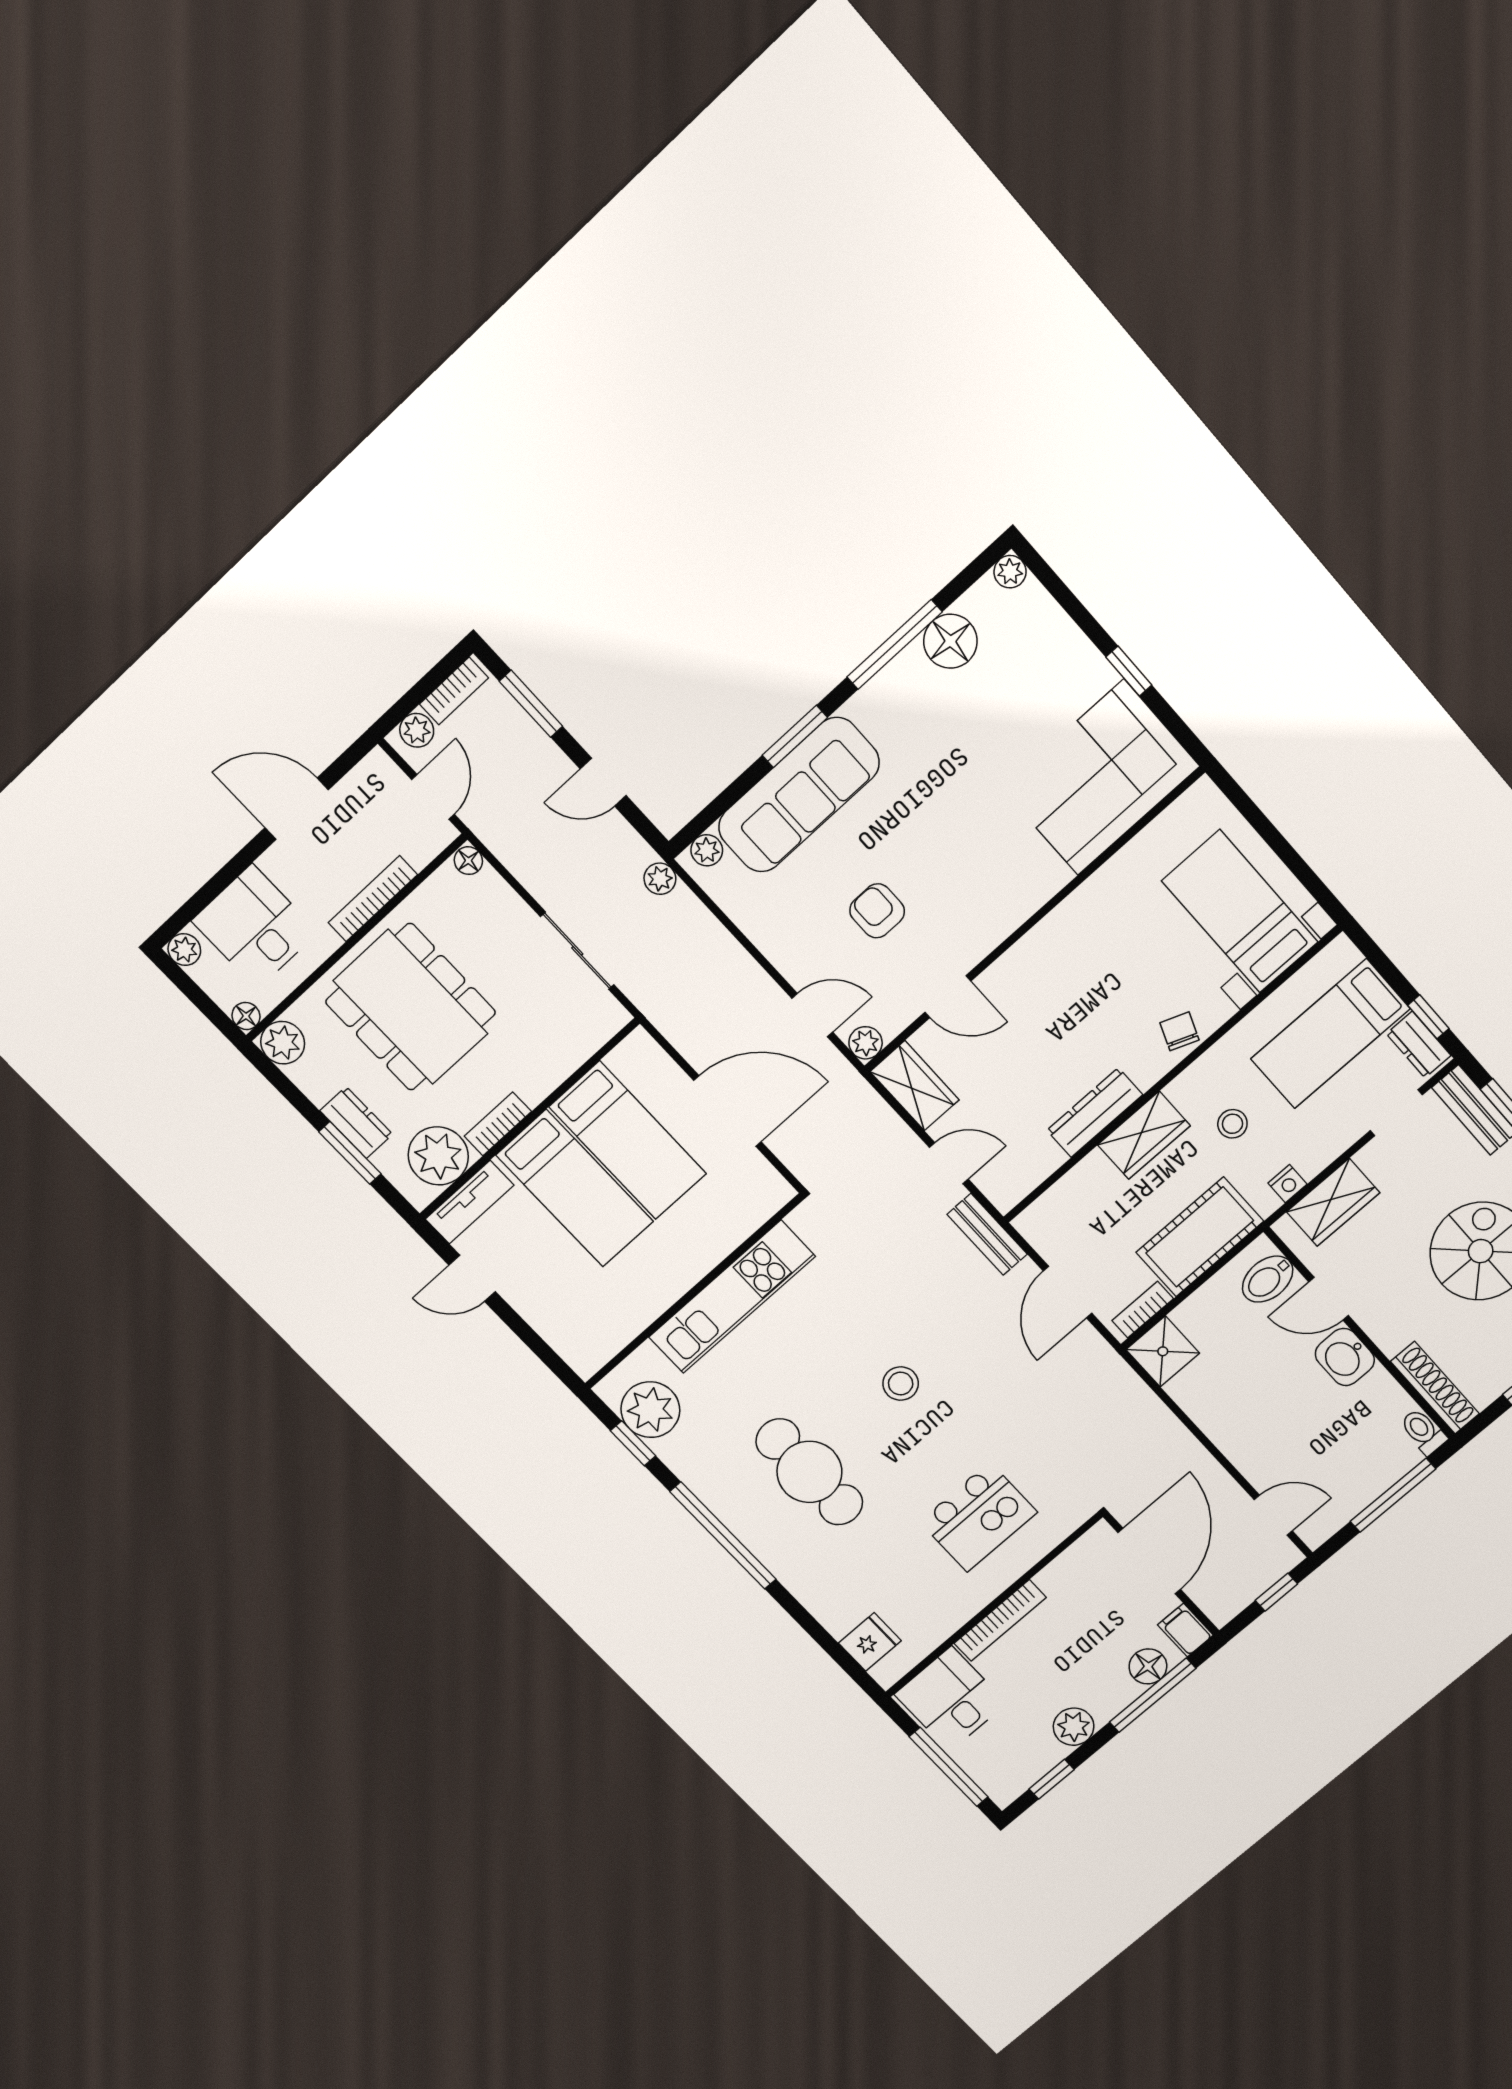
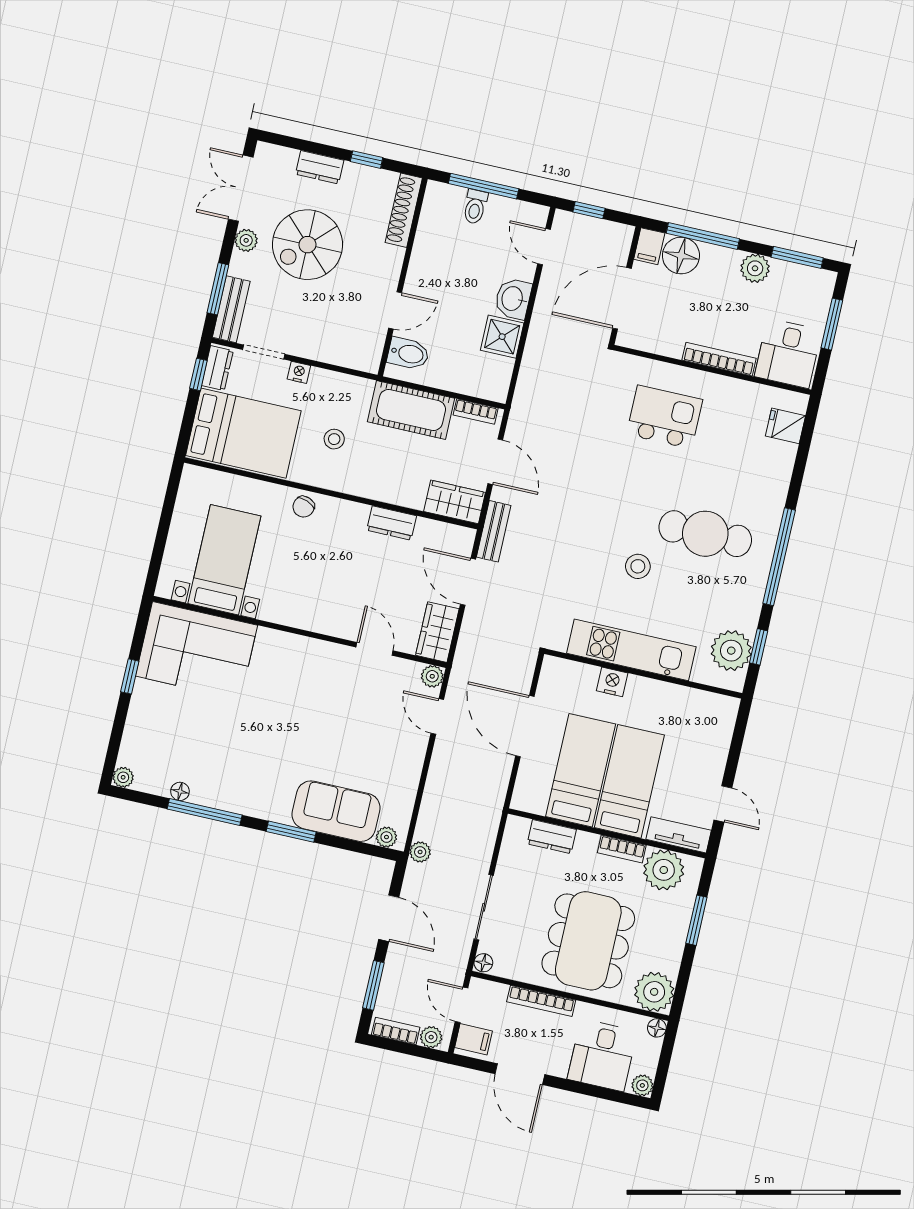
floor lamp: (950, 641) -> (180, 791), width x0.53, depth x0.53
filing cabinet: (379, 782) -> (473, 1039), added
door: (603, 782) -> (389, 918), width x1.38
sofa: (799, 795) -> (336, 811), width x0.73
door: (433, 797) -> (462, 1005), hinge flipped
armchair: (877, 911) -> (354, 721), removed
bed with nightstands: (1240, 911) -> (224, 560), moved, turned 180
sliding door: (577, 951) -> (484, 907), moved
bed: (1330, 1034) -> (243, 433), width x1.50
plant: (283, 1043) -> (654, 992), width x1.36, depth x1.36
dresser: (1095, 1113) -> (392, 523), width x0.70
dresser: (356, 1123) -> (552, 837), moved, turned -90
wardrobe: (1144, 1135) -> (455, 502), moved
door: (949, 1163) -> (468, 582), width x1.38
nightstand: (1288, 1184) -> (299, 372), moved
wardrobe: (1333, 1202) -> (339, 349), removed
nightstand: (709, 1249) -> (612, 682), added
door: (1068, 1292) -> (495, 462), hinge flipped
door: (1329, 1299) -> (395, 310), hinge flipped
shower: (1163, 1351) -> (502, 337), moved
washbasin: (1345, 1357) -> (513, 299), moved, turned 180
stool: (901, 1384) -> (638, 566), moved
toilet: (1423, 1431) -> (475, 207), moved
cafe table: (809, 1472) -> (705, 534), turned 90
floor lamp: (1148, 1666) -> (681, 256), width x1.38, depth x1.38
window: (949, 1767) -> (832, 324), width x0.69
window: (1052, 1779) -> (797, 257), width x1.50

